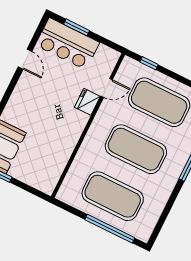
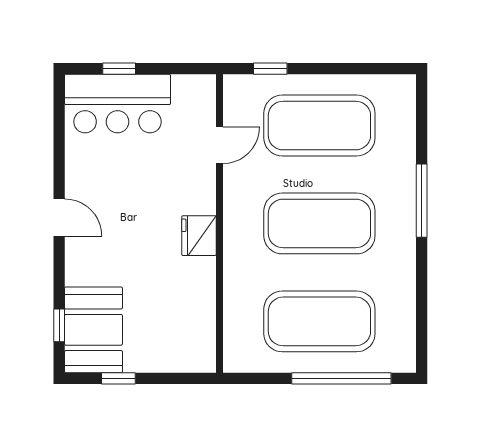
window: (77, 27) -> (119, 69), width x0.67
door: (25, 59) -> (59, 217), moved
fridge: (87, 102) -> (199, 236), moved

